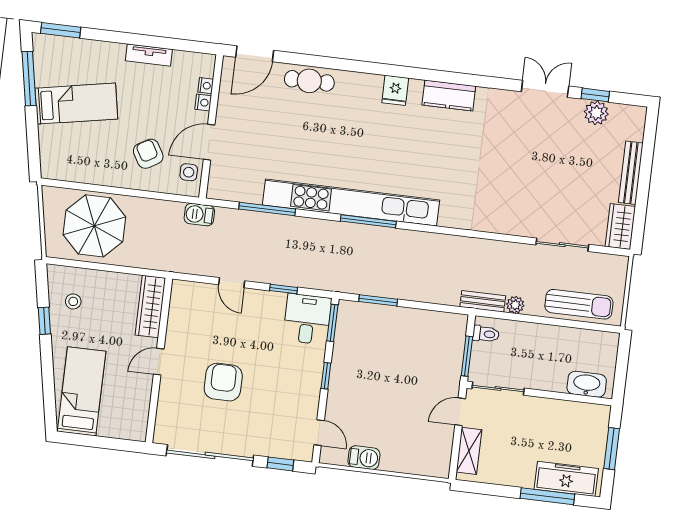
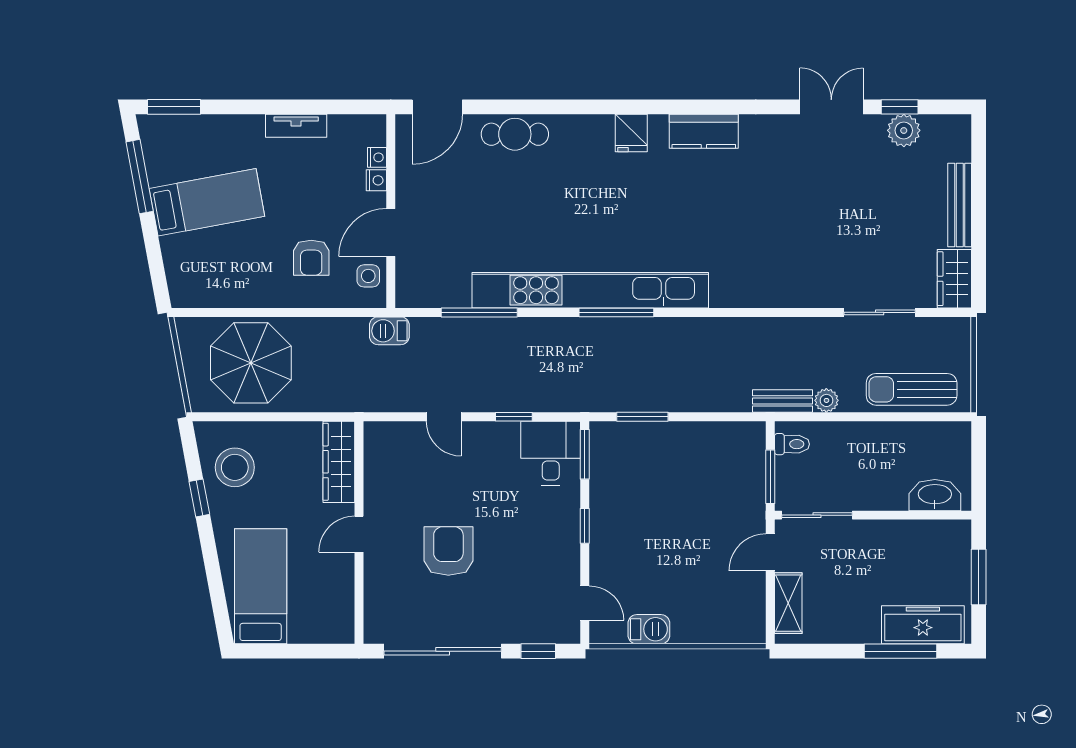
armchair: (148, 154) -> (311, 258), turned -150
stool: (73, 301) -> (235, 467), width x1.89, depth x1.89
sun lounger: (579, 304) -> (912, 389), turned 180

